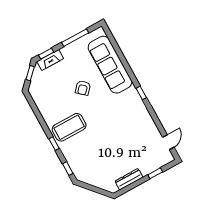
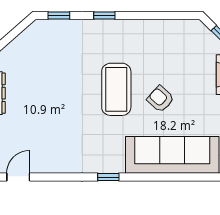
coffee table: (69, 127) -> (116, 89), moved
door: (168, 142) -> (18, 177), swing flipped

